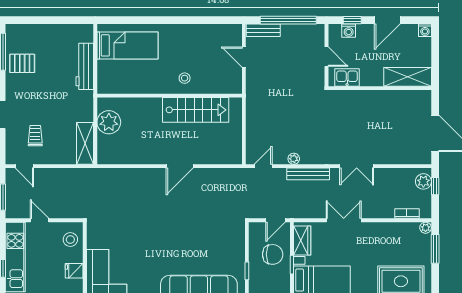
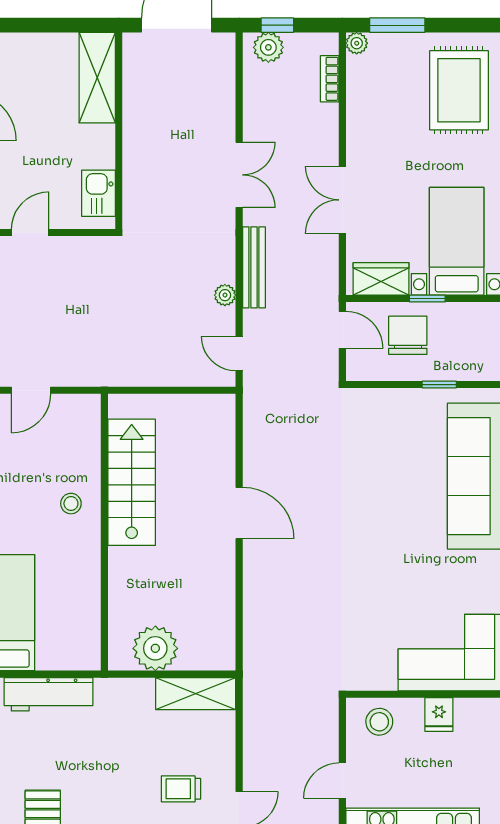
kitchen sink: (347, 77) -> (98, 193), moved
shelving: (408, 77) -> (97, 78), moved
wall: (380, 88) -> (119, 131), moved

